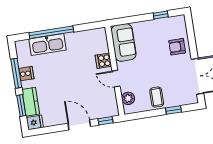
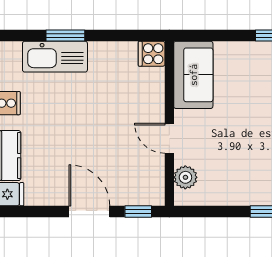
window: (51, 32) -> (65, 36), width x0.47
cooker: (103, 61) -> (152, 54), moved
coffee table: (157, 97) -> (238, 183), removed

